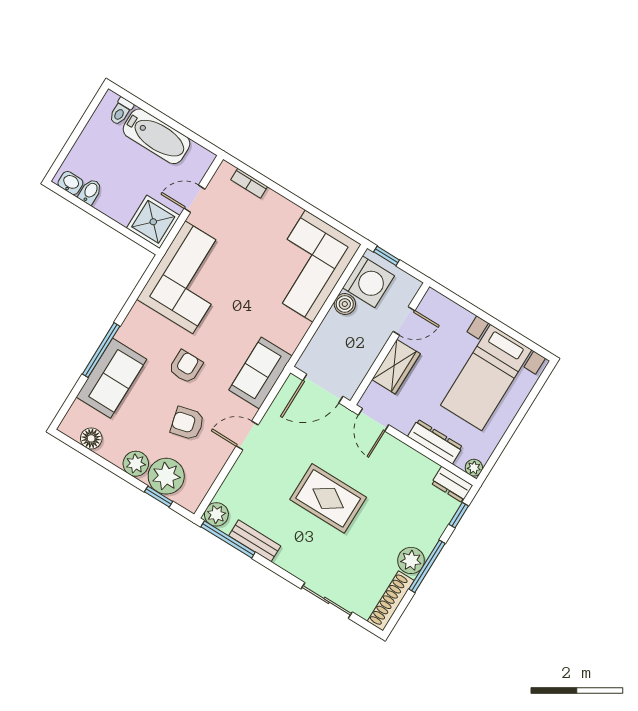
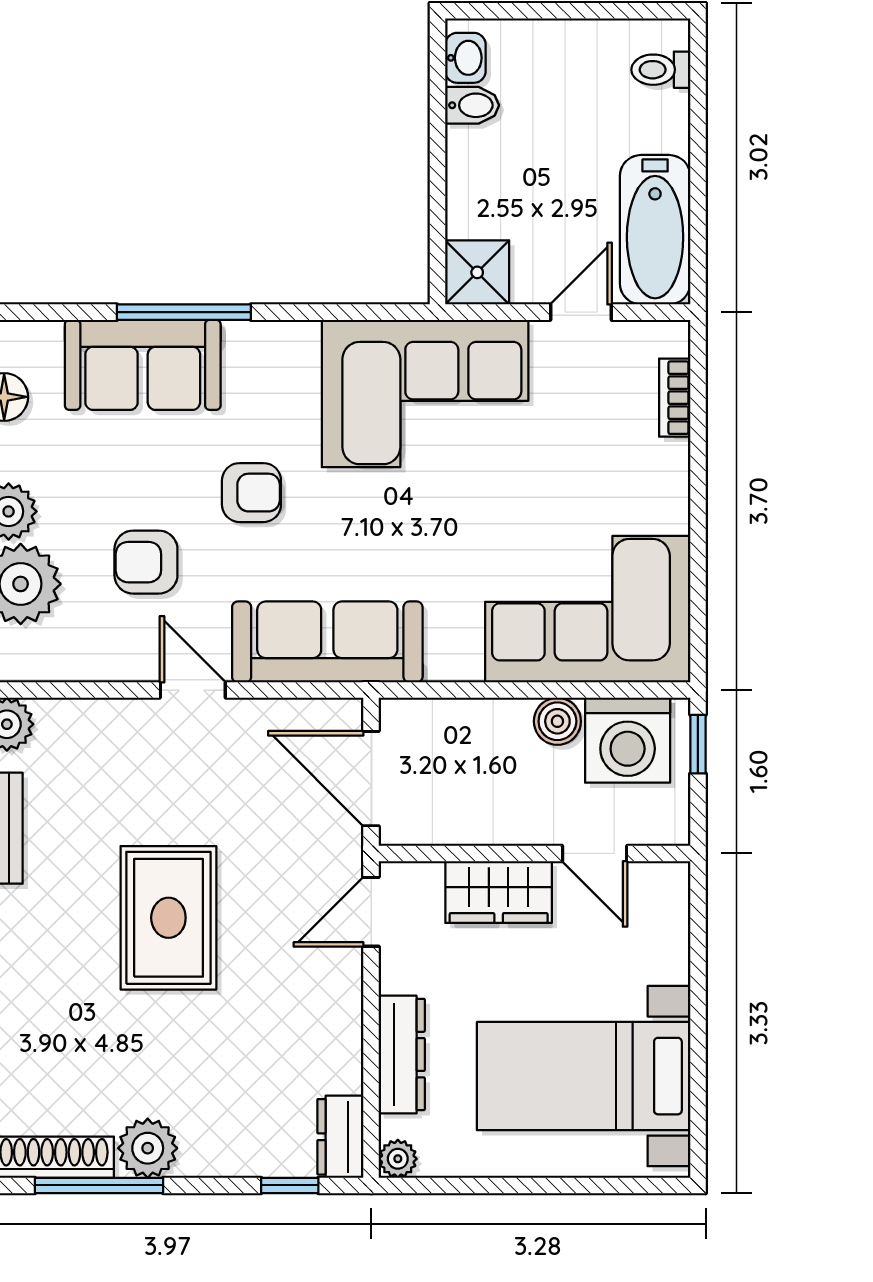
bathtub: (156, 136) -> (655, 230), moved
door: (195, 199) -> (581, 312), hinge flipped
shower: (153, 222) -> (477, 272), width x0.73, depth x0.73
sofa: (260, 373) -> (327, 642), width x1.36
armchair: (187, 423) -> (146, 562), turned -76
window: (427, 566) -> (99, 1185), moved

